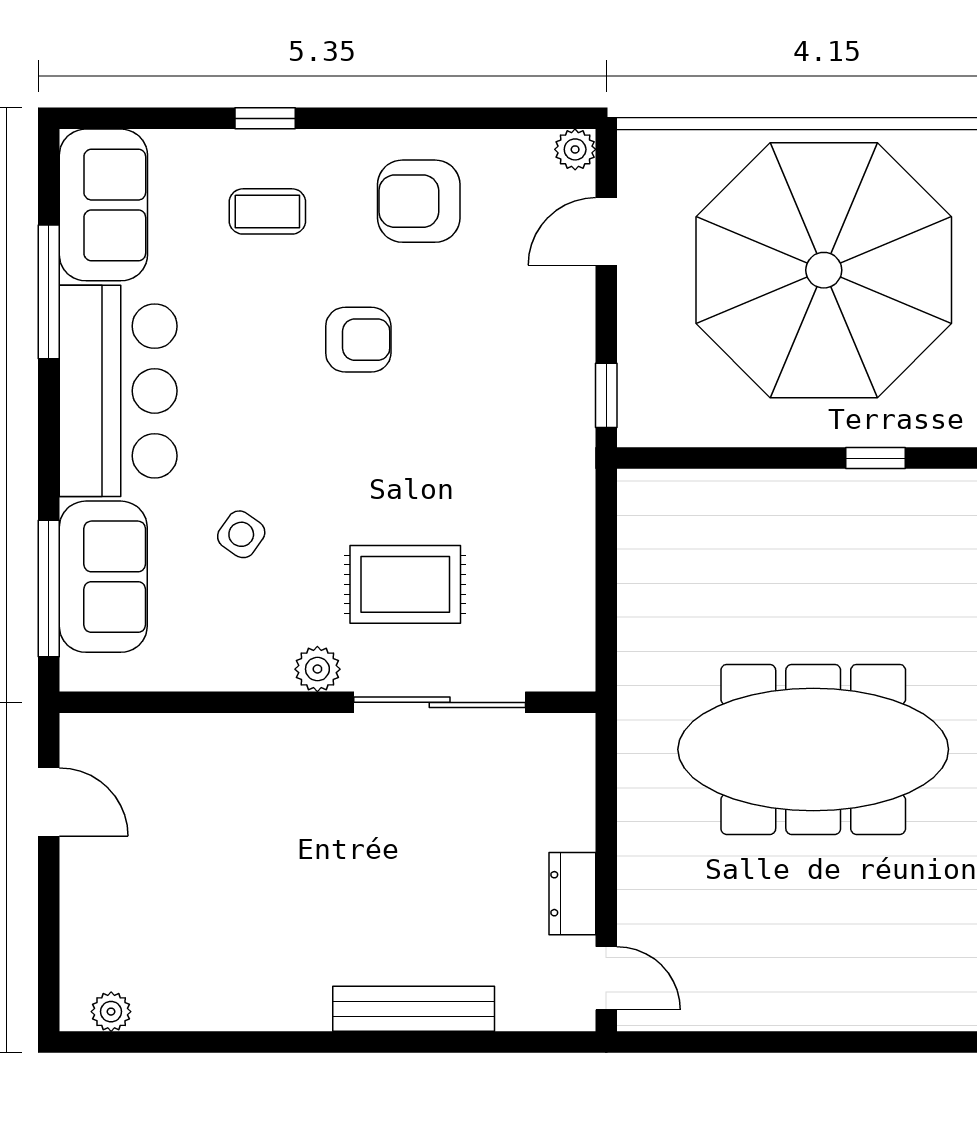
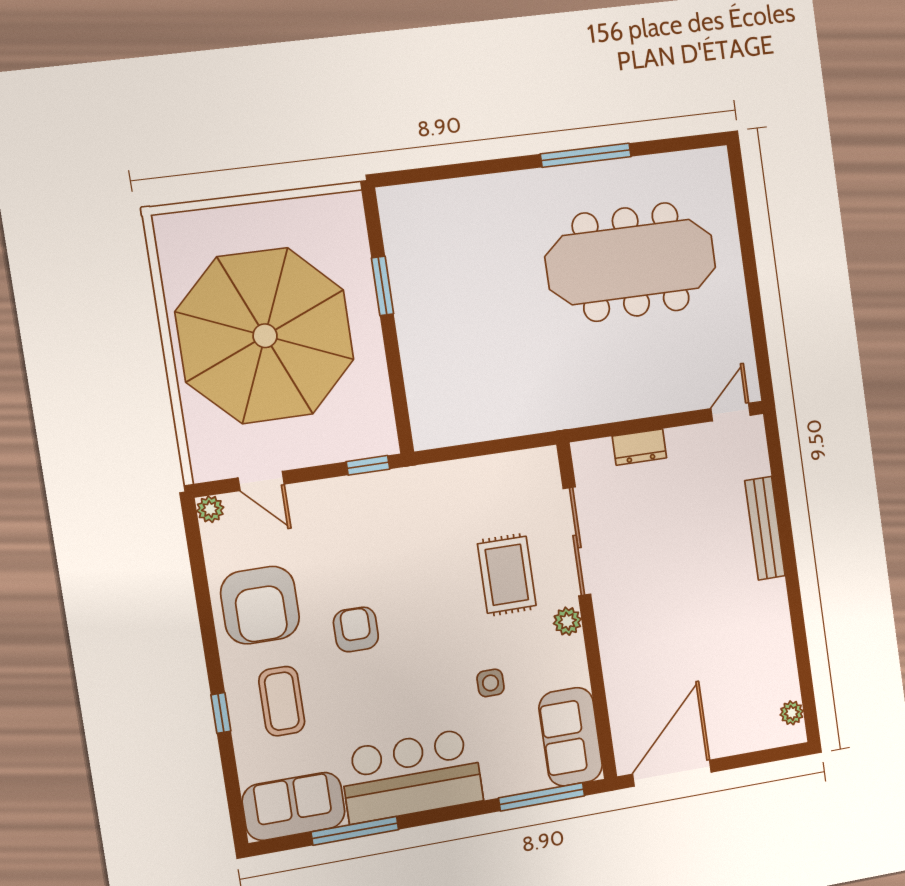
armchair: (419, 201) -> (260, 605), width x1.36, depth x1.36
coffee table: (267, 211) -> (282, 701), width x1.36, depth x1.30
window: (876, 458) -> (383, 286), width x1.50
side table: (241, 534) -> (490, 683), turned -35
sofa: (103, 577) -> (571, 737), moved, turned -90
meeting table: (813, 749) -> (631, 262), moved, turned 90
door: (49, 802) -> (672, 773), width x1.88
dresser: (572, 894) -> (639, 447), moved

